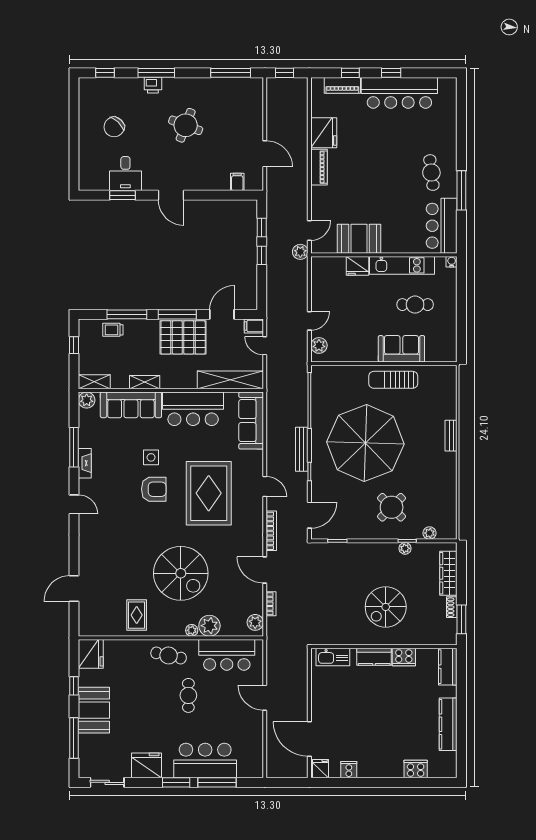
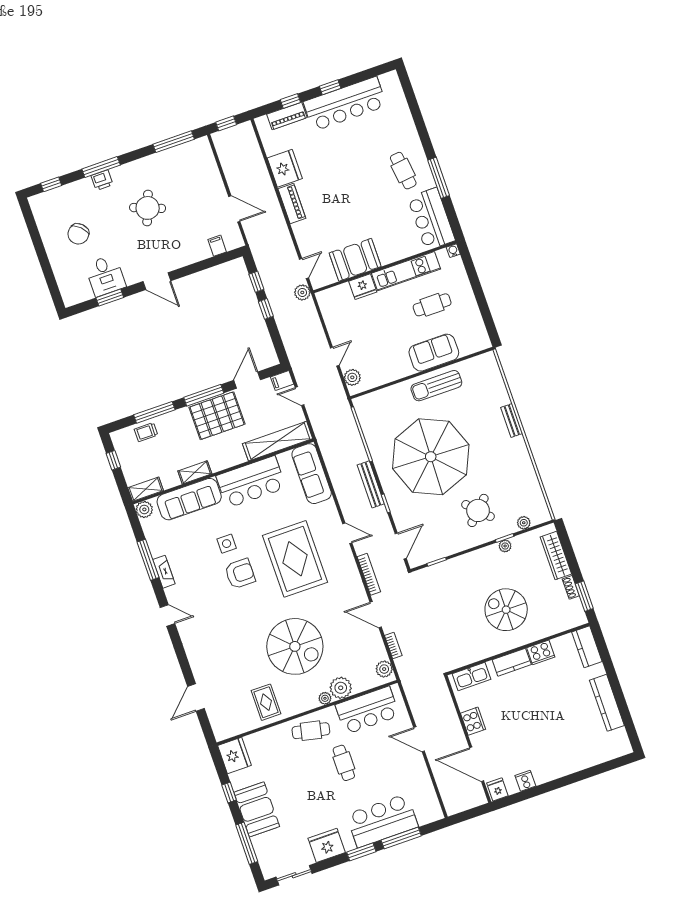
spiral stairs: (386, 607) -> (506, 610), turned 90
cooker: (416, 769) -> (473, 721), moved, turned 90

